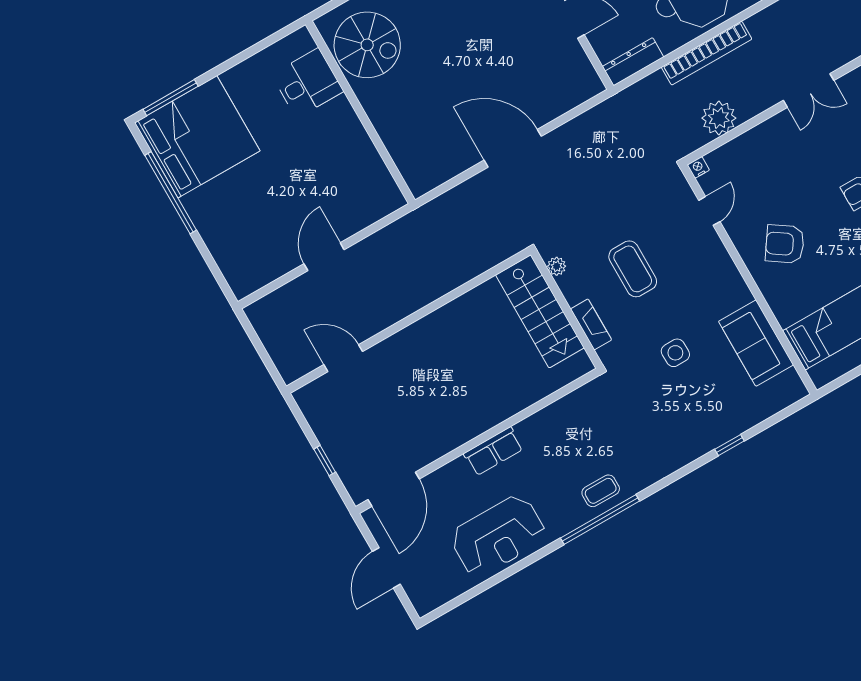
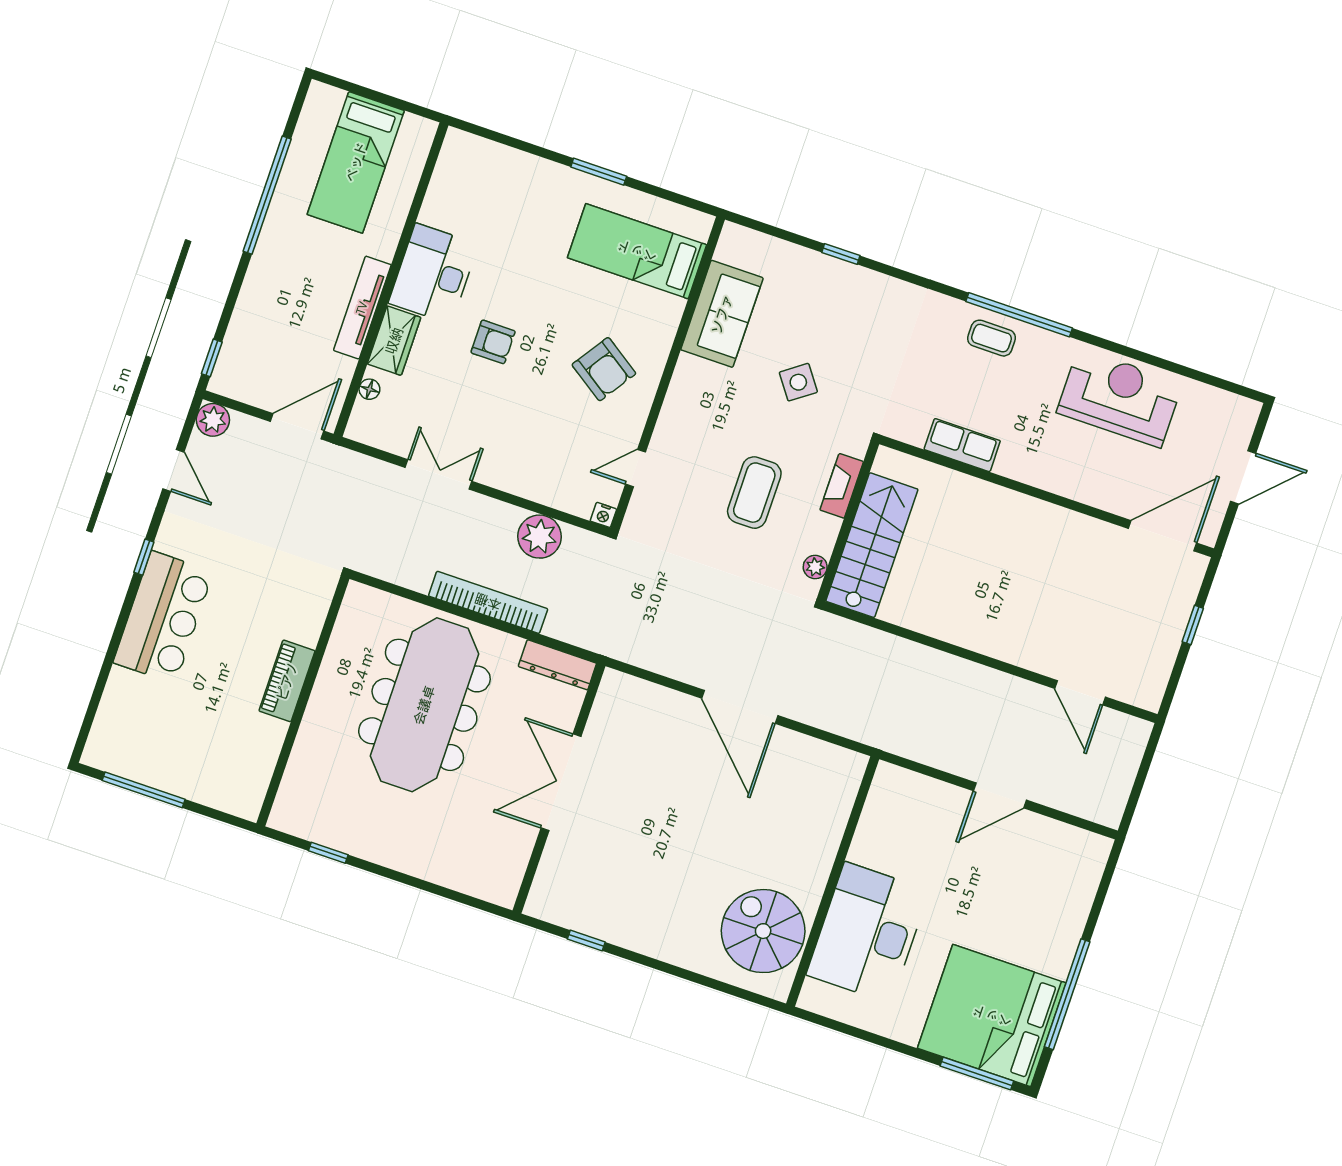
desk: (308, 83) -> (868, 933), width x1.87, depth x1.30
side table: (675, 353) -> (798, 382), turned -35
row of seats: (493, 451) -> (962, 445), moved

